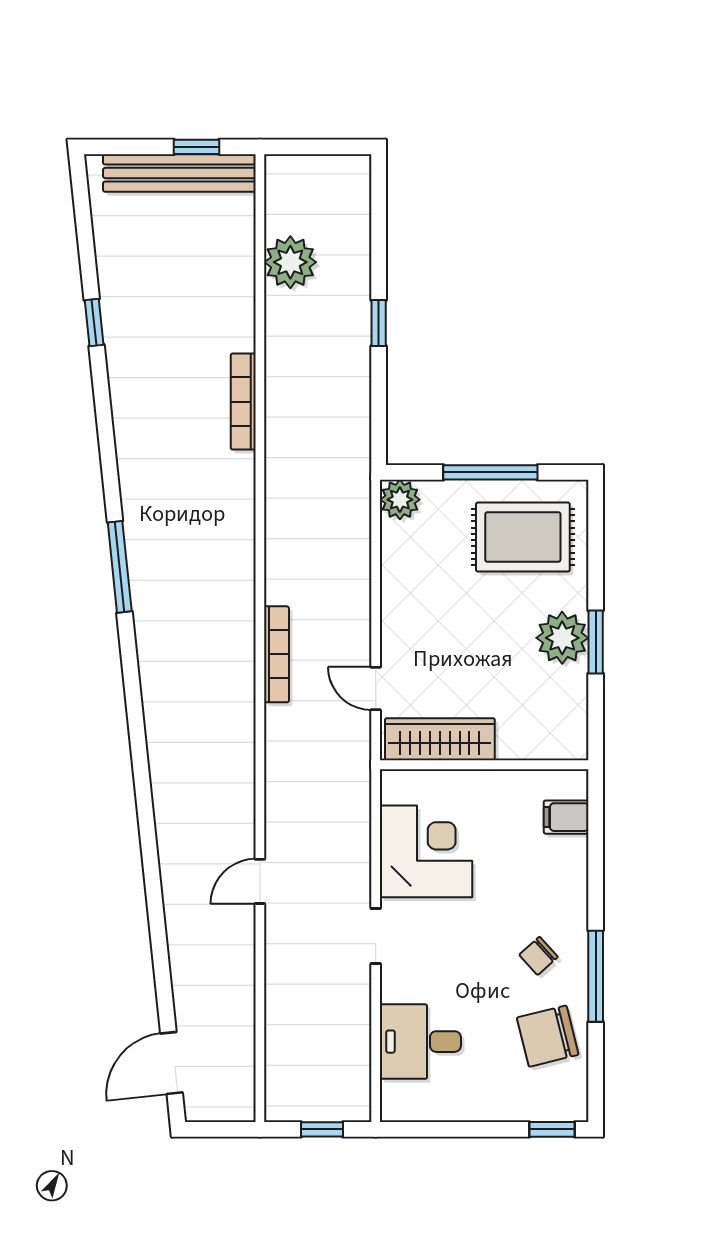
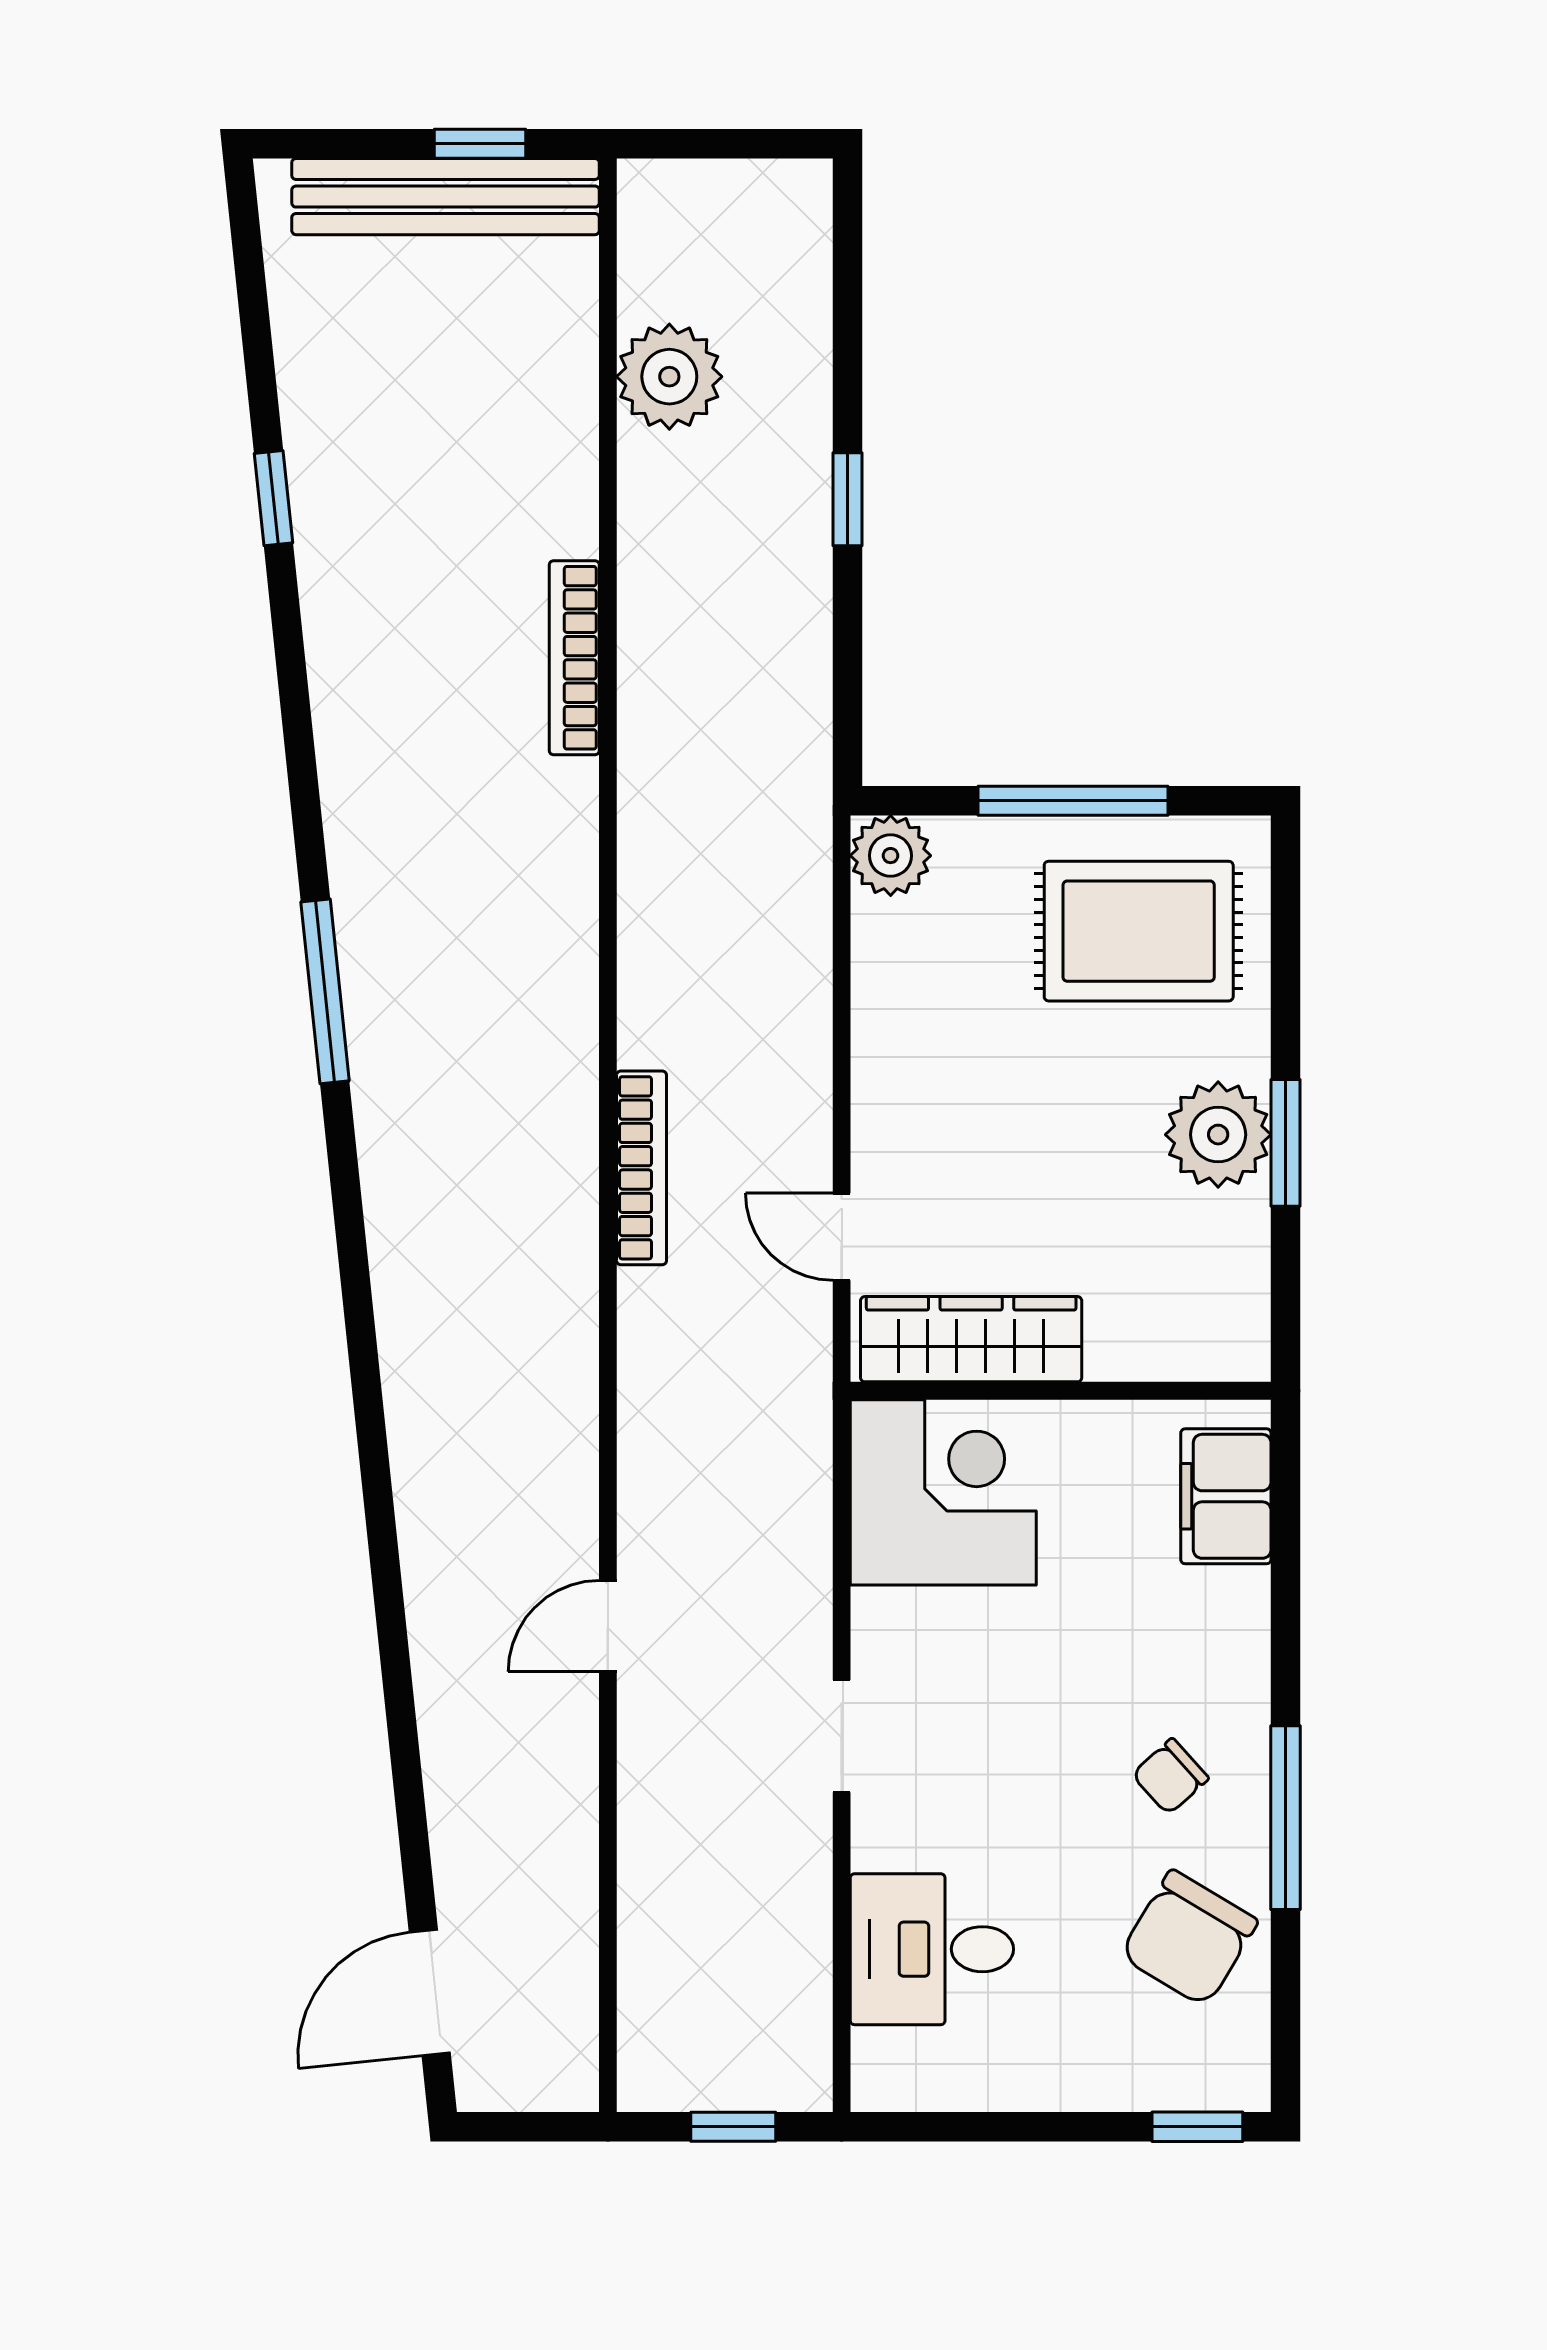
filing cabinet: (566, 817) -> (1226, 1496), width x2.00
corner desk: (426, 851) -> (943, 1492), moved
chair: (548, 1036) -> (1189, 1938), turned -45

